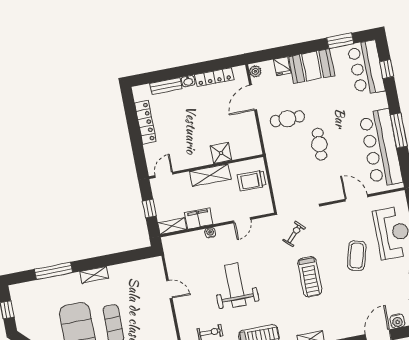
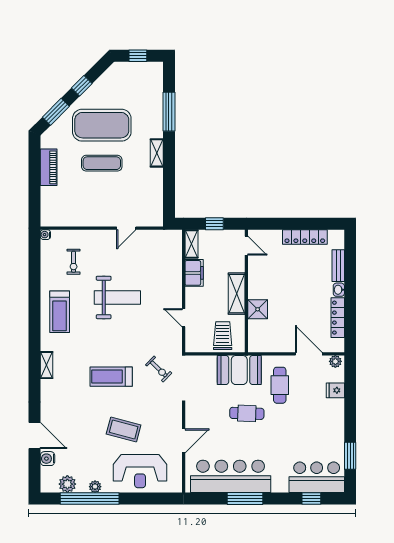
booth: (312, 66) -> (239, 370), moved, turned 90
water cooler: (210, 233) -> (177, 282), removed

